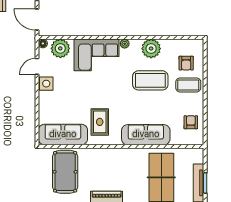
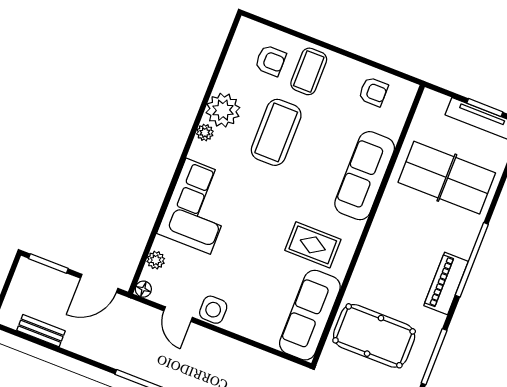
plant: (125, 44) -> (205, 133), moved
plant: (60, 48) -> (156, 260), width x0.53, depth x0.53
armchair: (191, 122) -> (373, 92), turned 180

